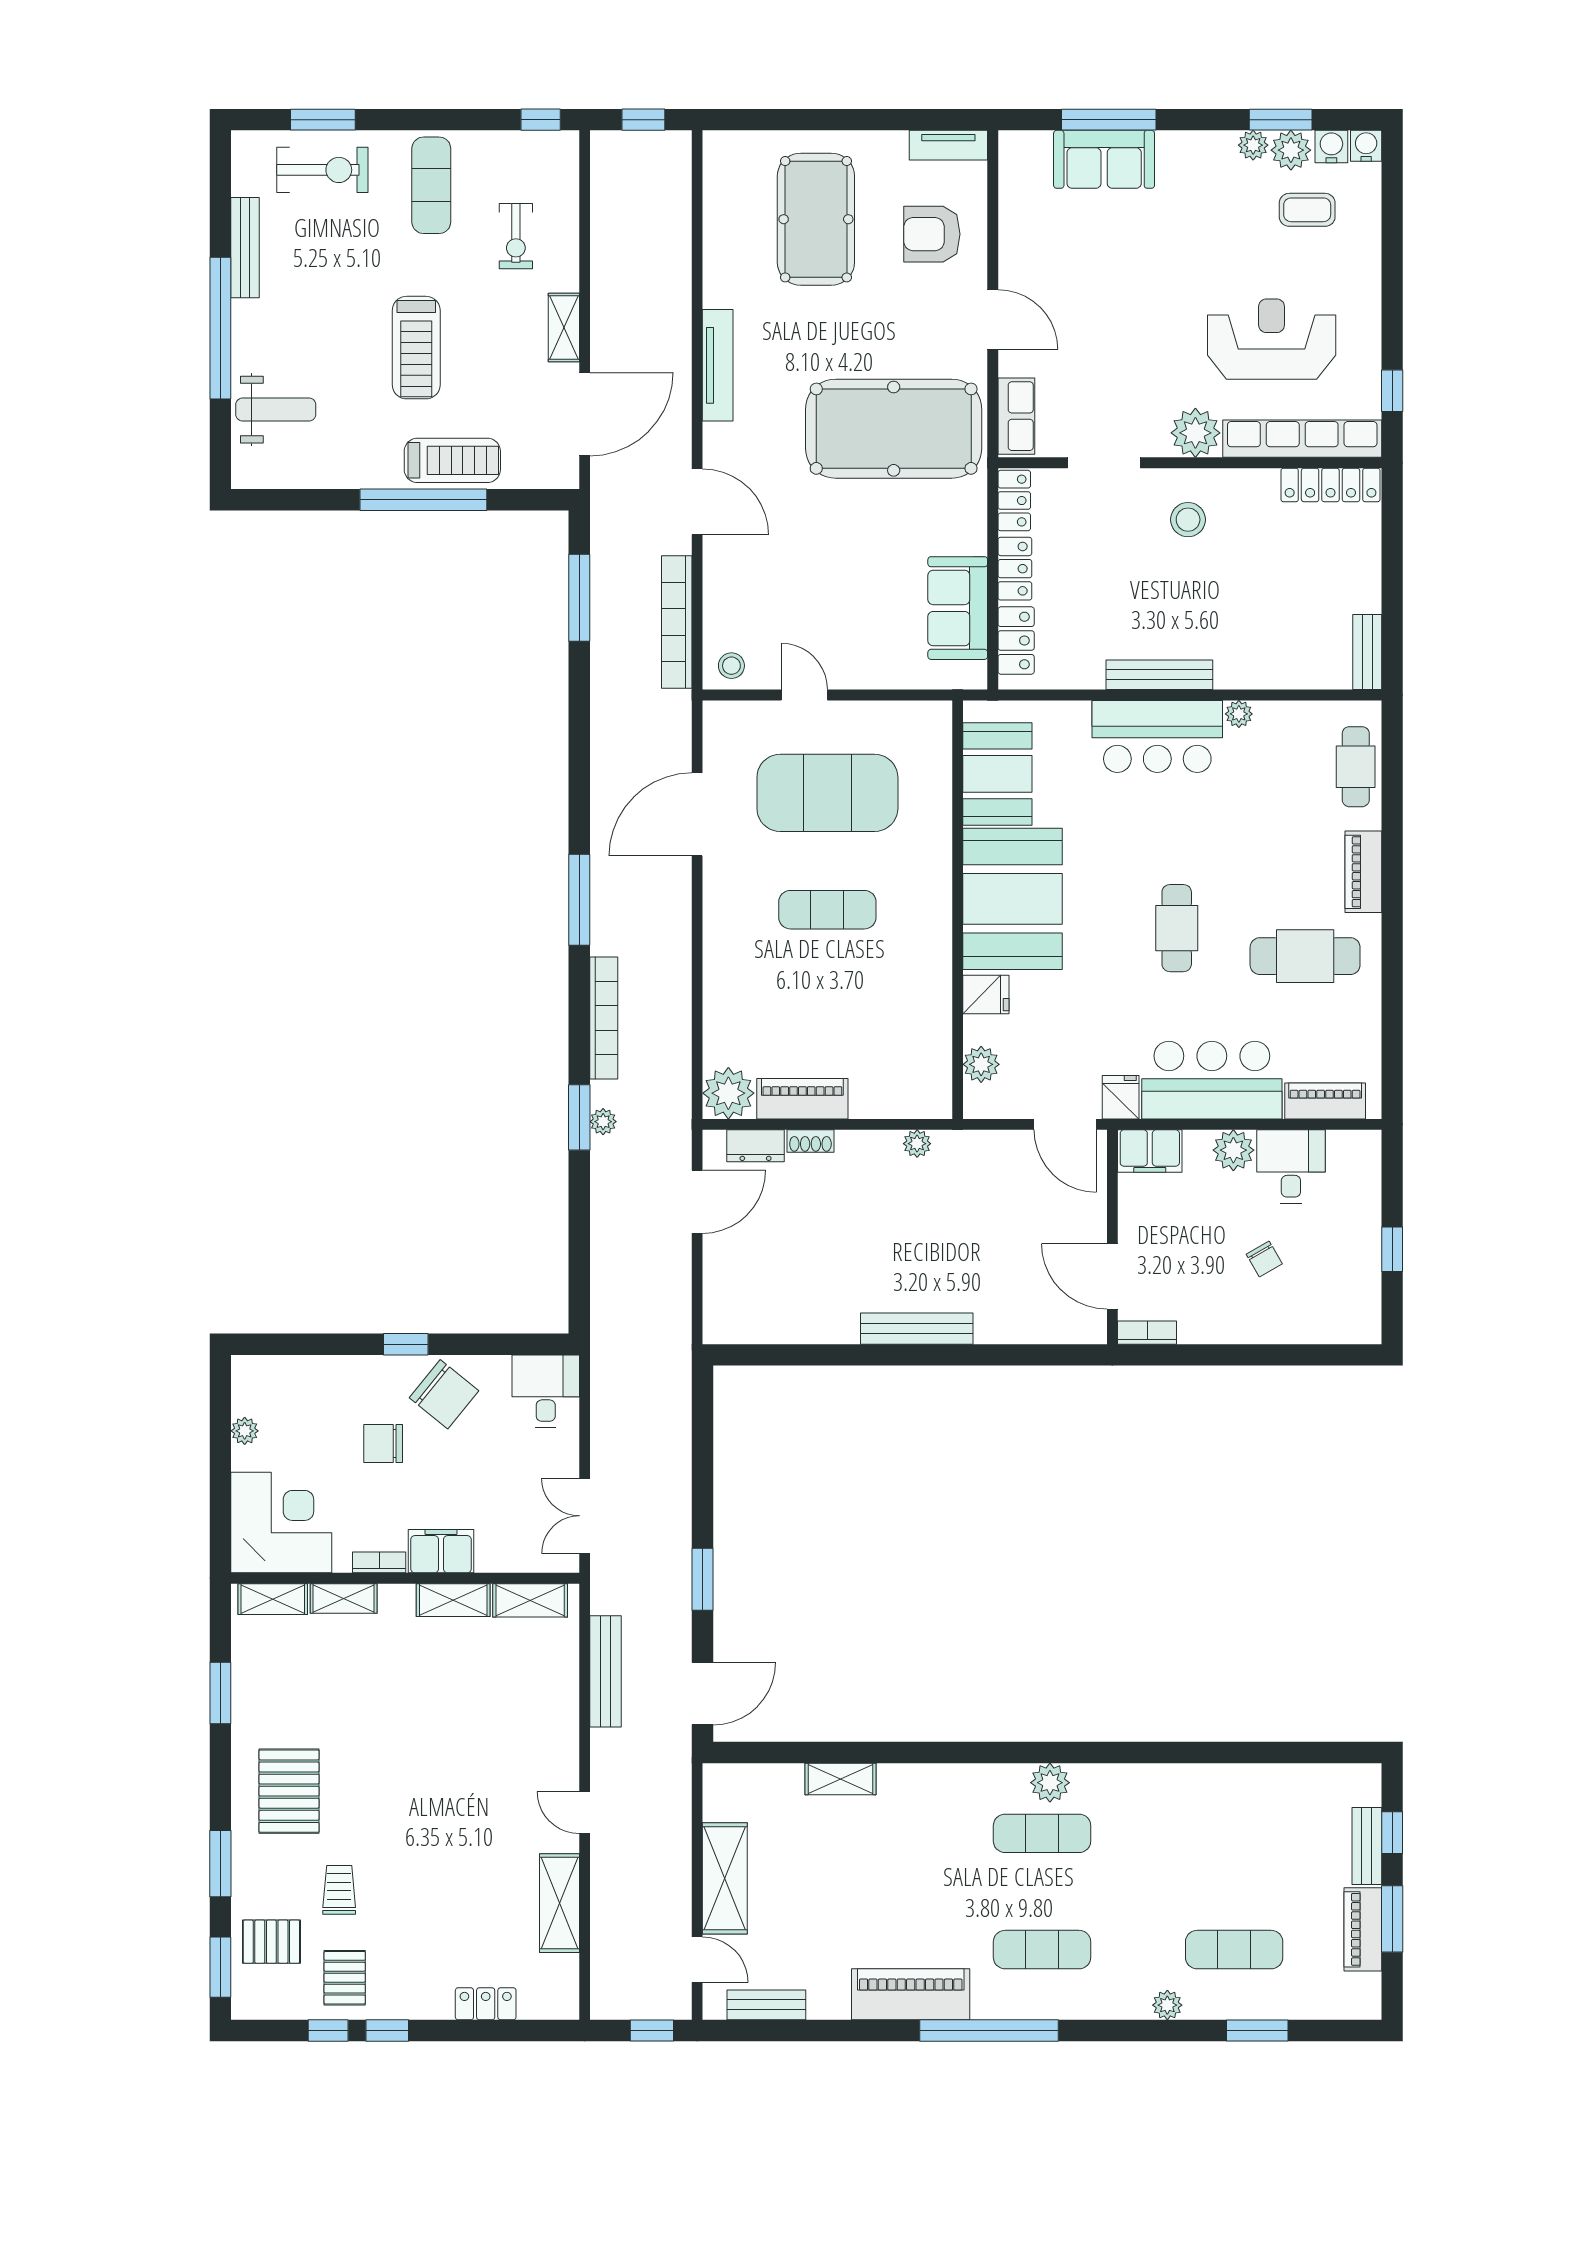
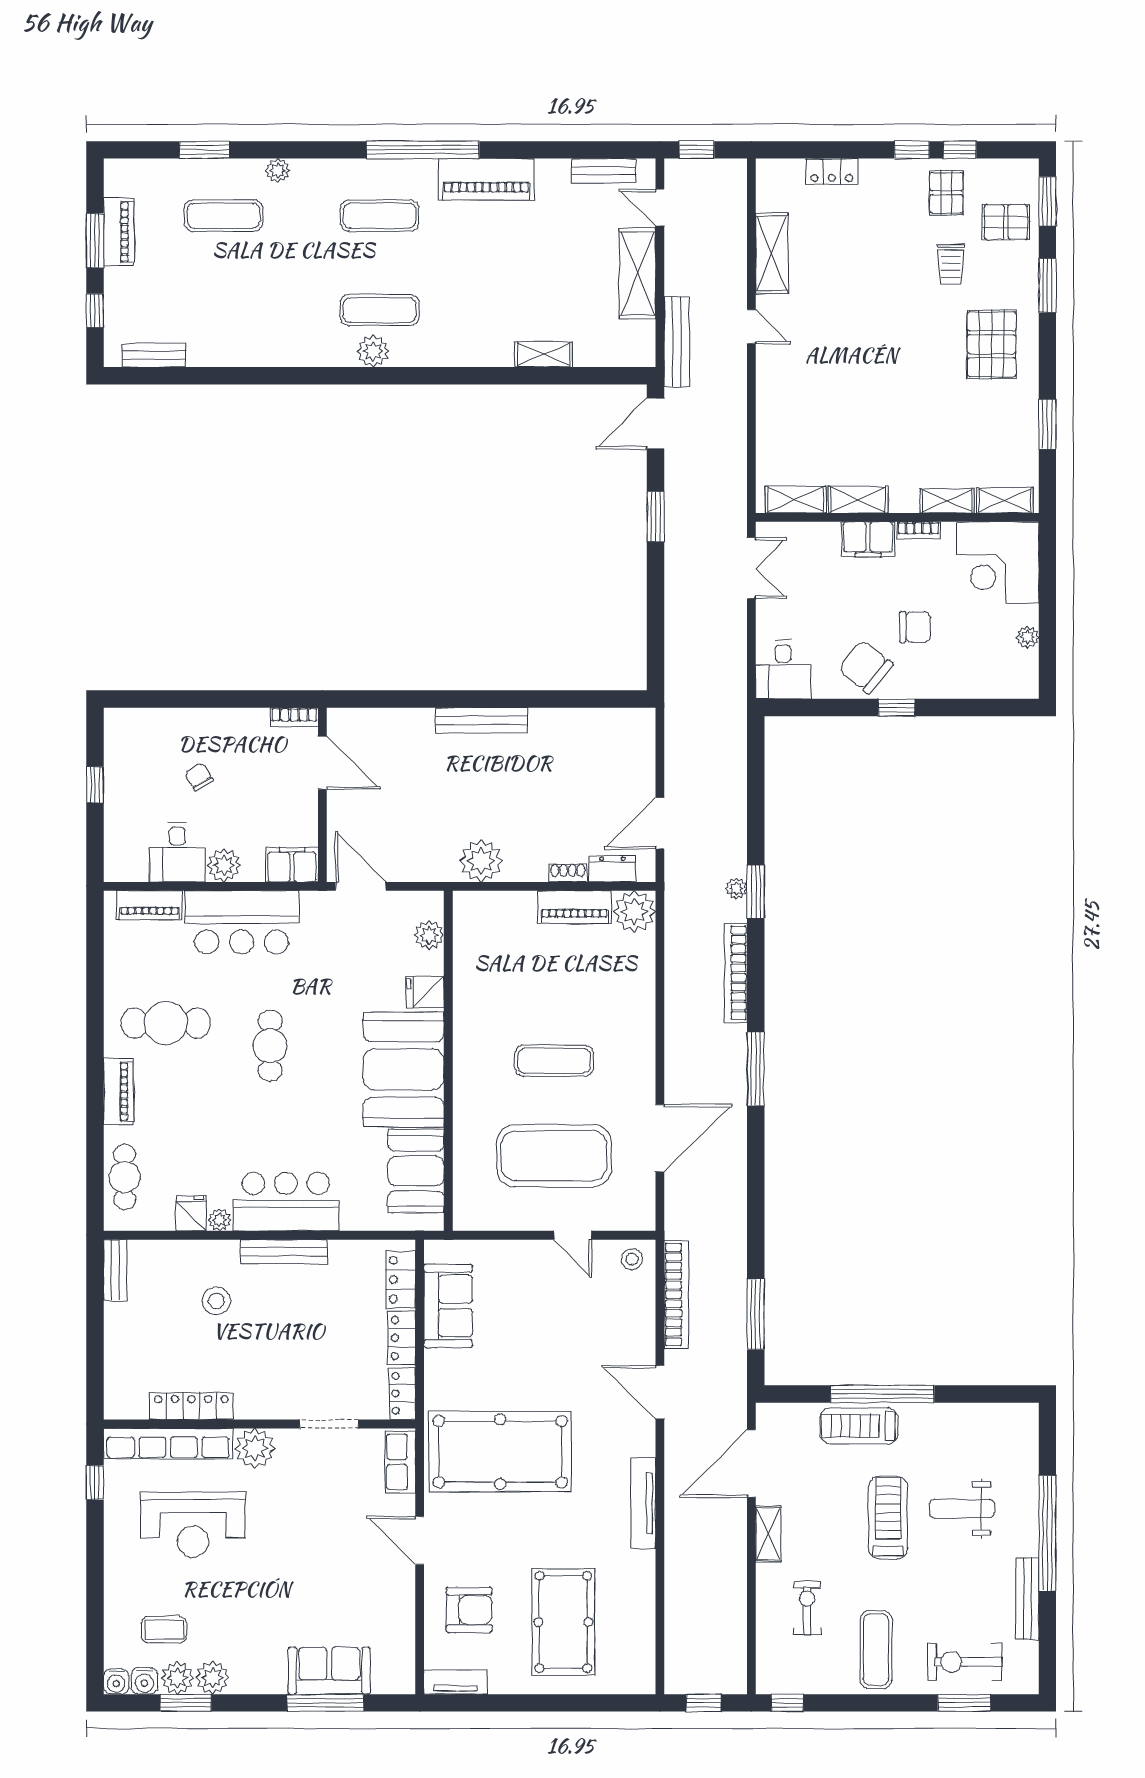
plant: (1253, 145) -> (213, 1678), width x1.38, depth x1.38
weight bench: (276, 410) -> (962, 1509), moved
locker: (1331, 485) -> (191, 1406), moved
stool: (1188, 520) -> (216, 1301), moved
fridge: (1121, 1097) -> (191, 1213), moved, turned 180
plant: (917, 1144) -> (481, 861), width x1.88, depth x1.88
bench: (605, 1671) -> (677, 342), moved
bench: (1367, 1846) -> (154, 355), moved, turned 90

